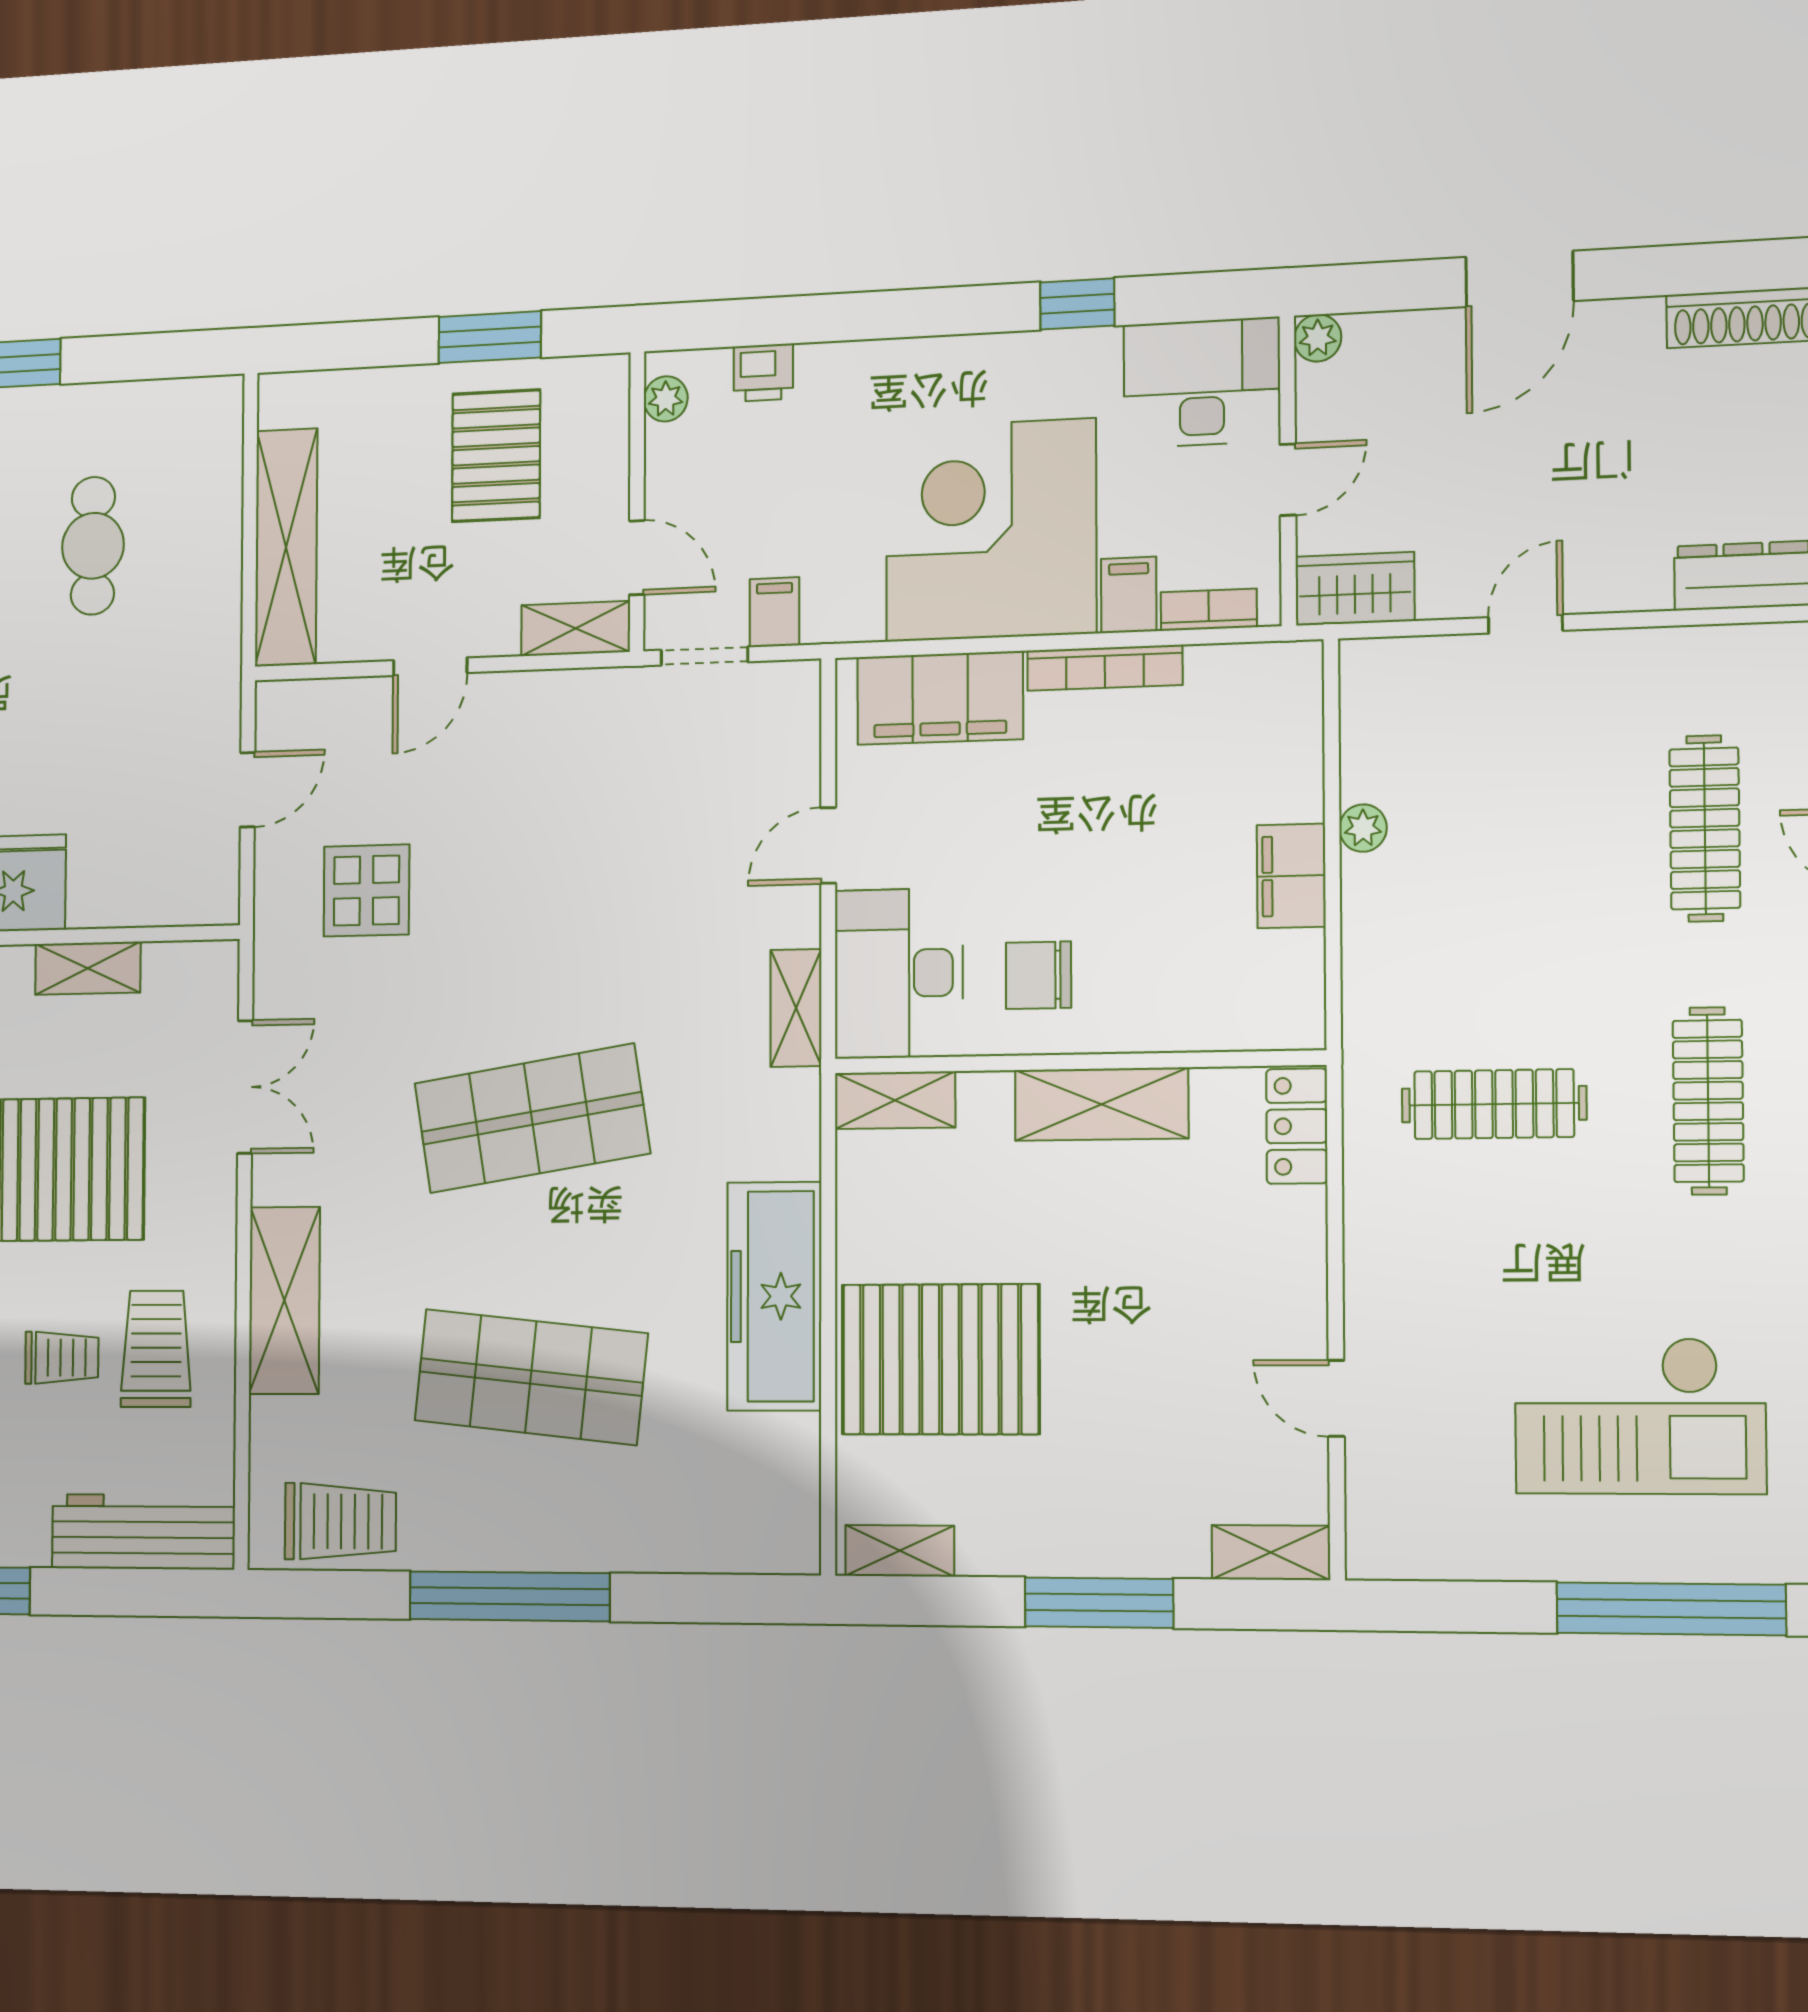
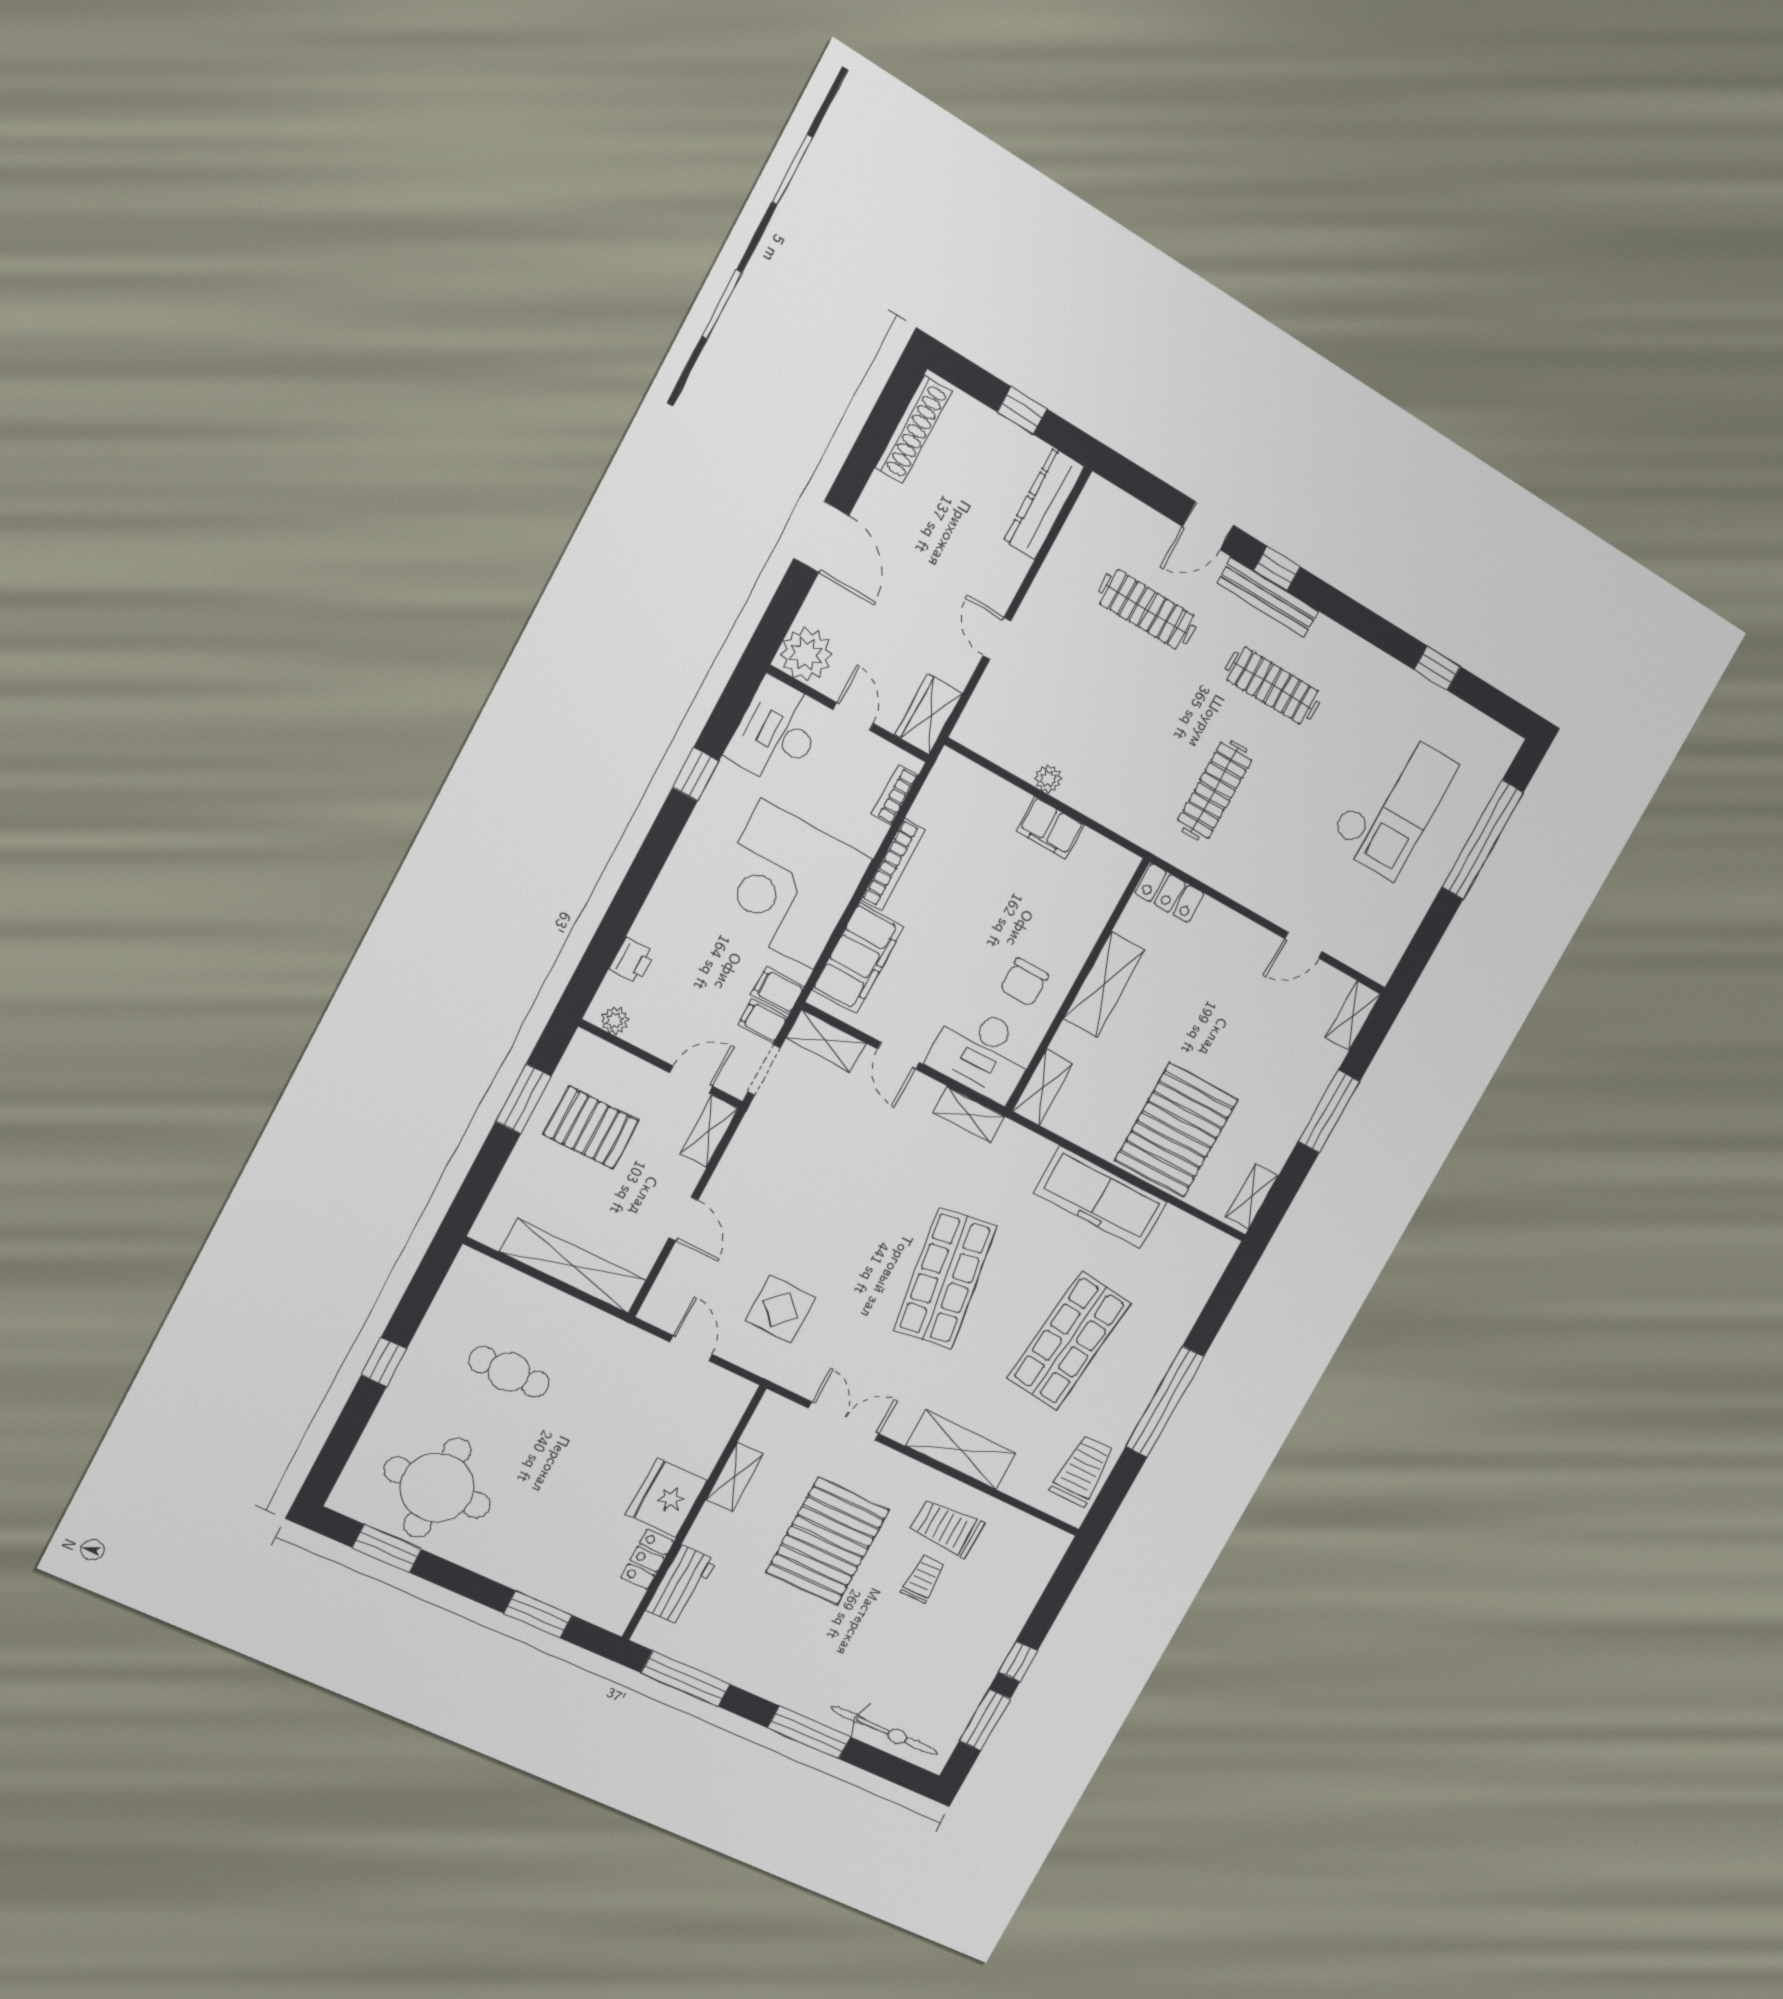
plant: (1318, 338) -> (806, 654), width x1.87, depth x1.87
filing cabinet: (1129, 595) -> (778, 990), moved
shelving: (794, 722) -> (826, 1040), added
workbench: (143, 1532) -> (1031, 1575), removed

